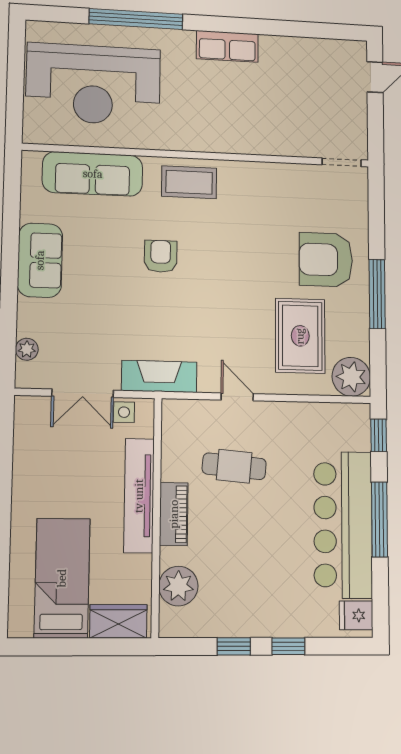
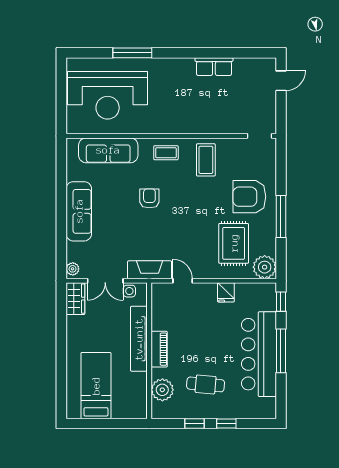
window: (136, 19) -> (132, 53), width x0.68
row of seats: (227, 46) -> (214, 67), moved
coffee table: (189, 182) -> (166, 153), width x0.73, depth x0.77
coffee table: (255, 197) -> (206, 160), added
sofa: (40, 260) -> (79, 211), width x1.36
plant: (27, 349) -> (73, 269), moved
door: (237, 397) -> (183, 281), moved
cafe table: (234, 466) -> (206, 384), moved
fridge: (356, 615) -> (226, 292), moved, turned -90
wardrobe: (118, 621) -> (75, 299), moved, turned 90

